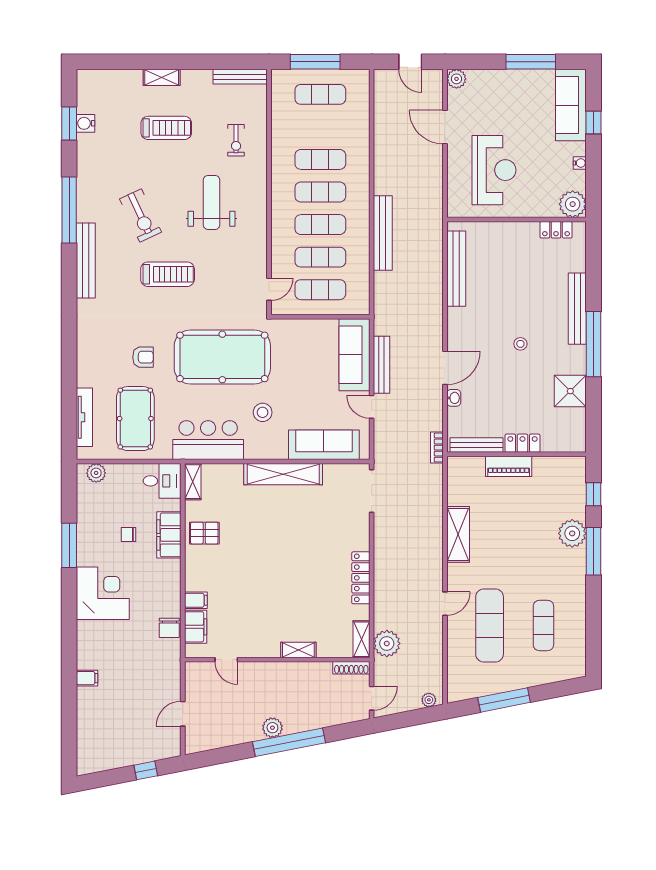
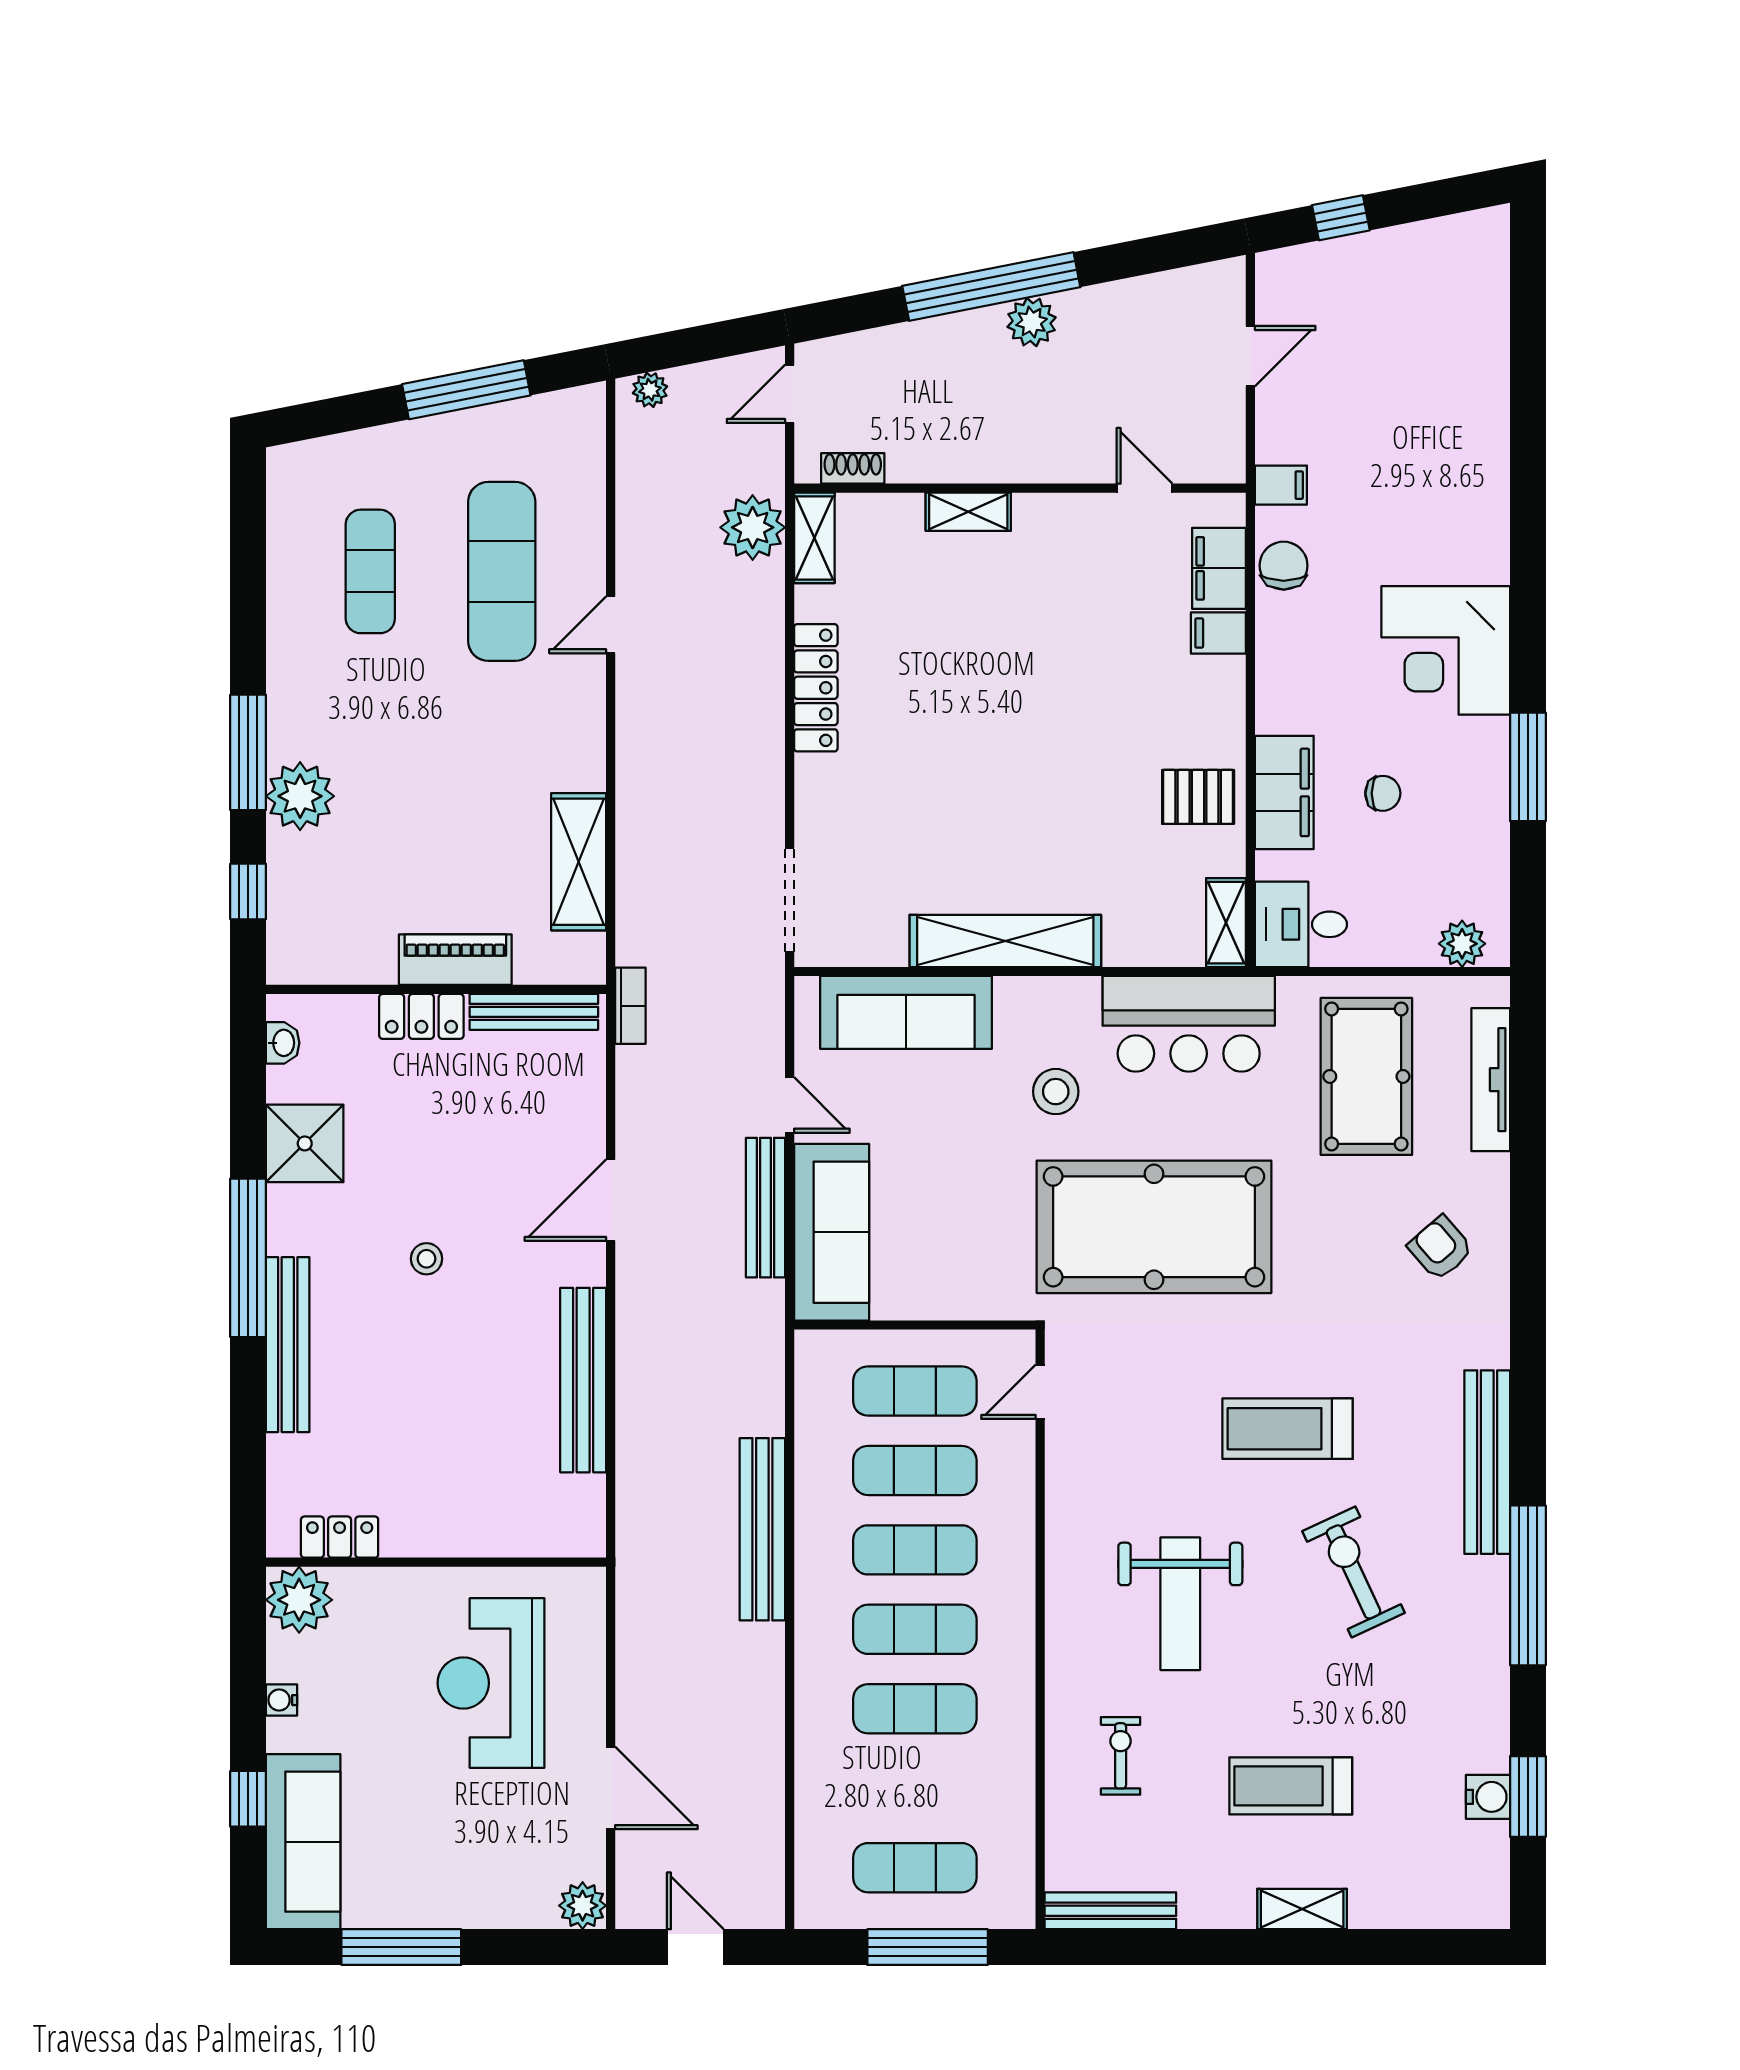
bench: (456, 269) -> (583, 1380), moved
armchair: (143, 357) -> (1440, 1248), moved, turned 49
washbasin: (454, 398) -> (283, 1043), moved, turned 180
shelving: (458, 534) -> (579, 862), moved
shoe rack: (351, 668) -> (853, 468), width x0.70
filing cabinet: (87, 678) -> (1281, 485), moved, turned 180

